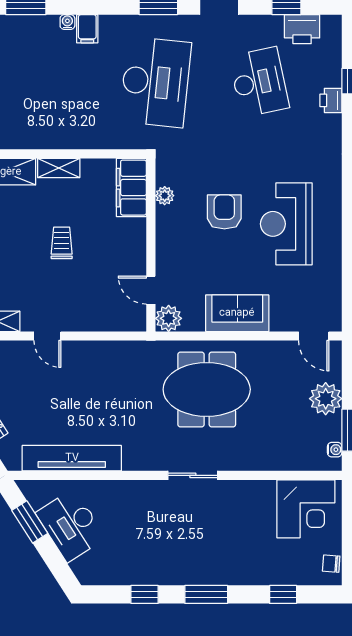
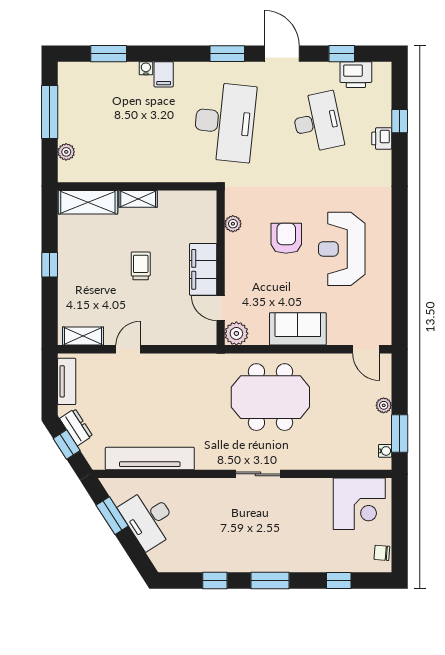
filing cabinet: (131, 188) -> (203, 269), moved
door: (47, 336) -> (128, 349), swing flipped
plant: (326, 399) -> (384, 405), width x0.53, depth x0.53

